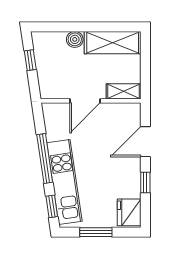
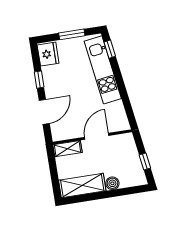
window: (45, 159) -> (121, 86), removed

